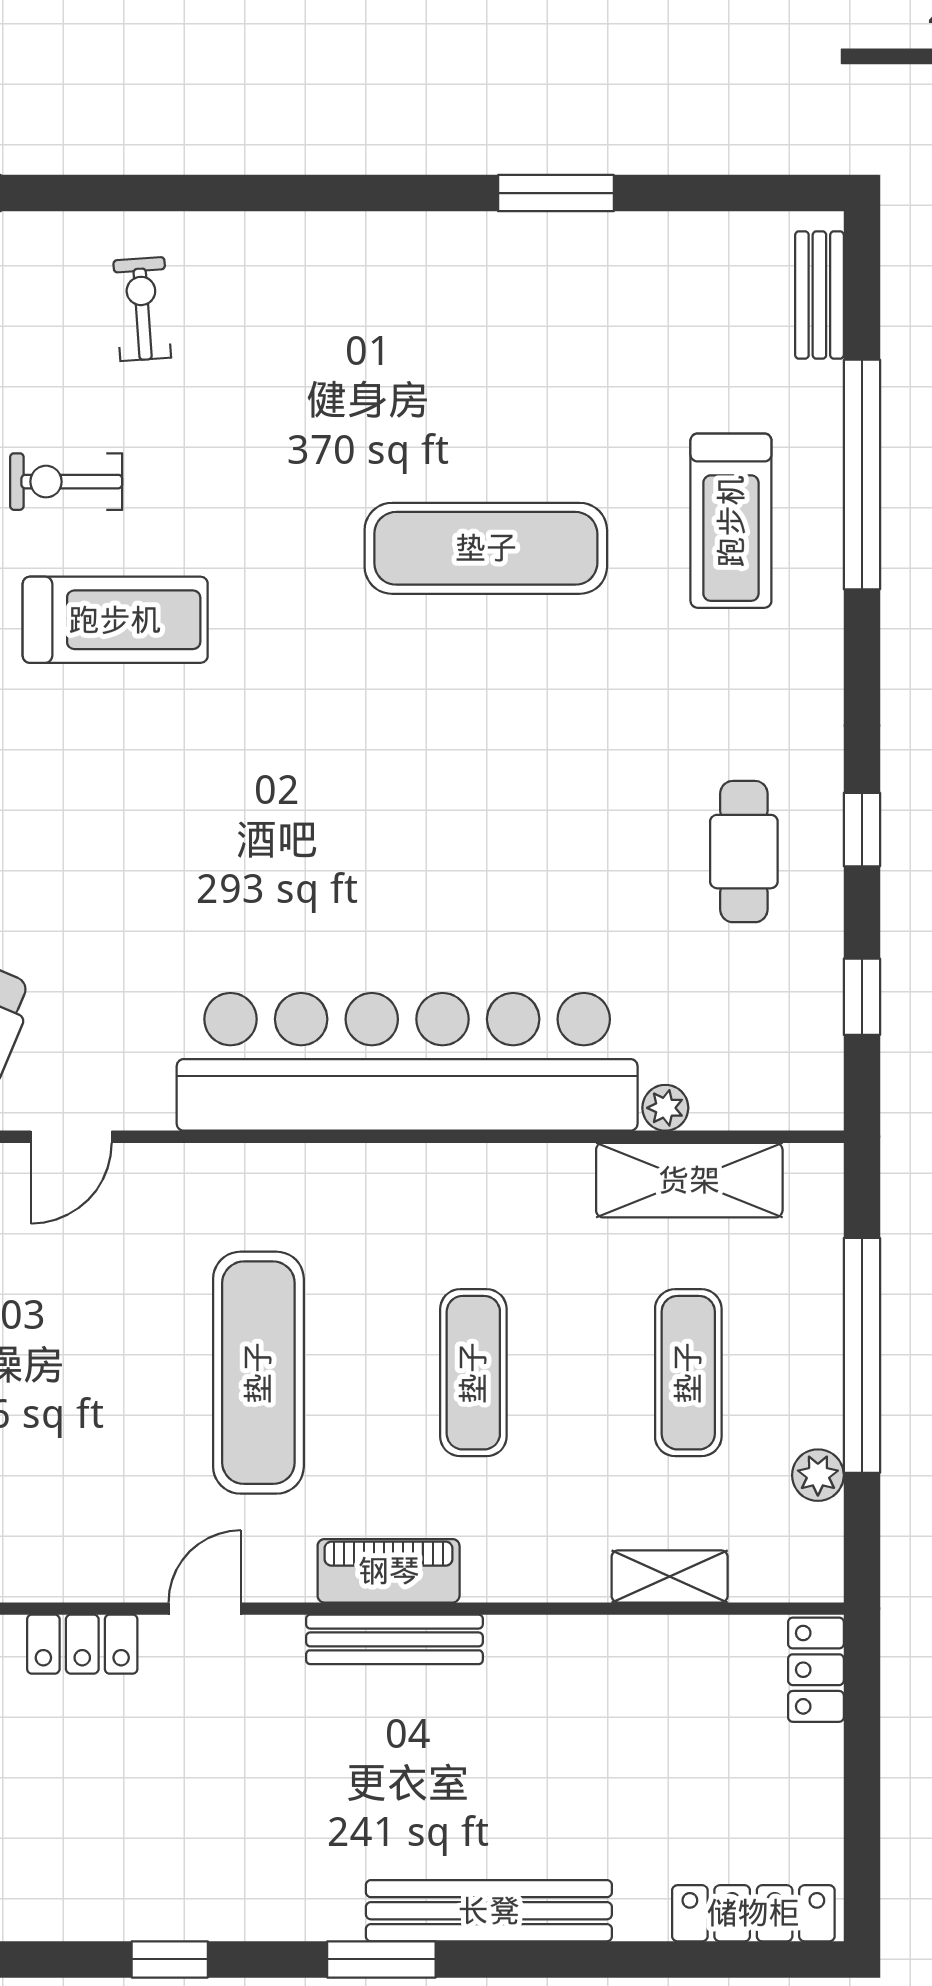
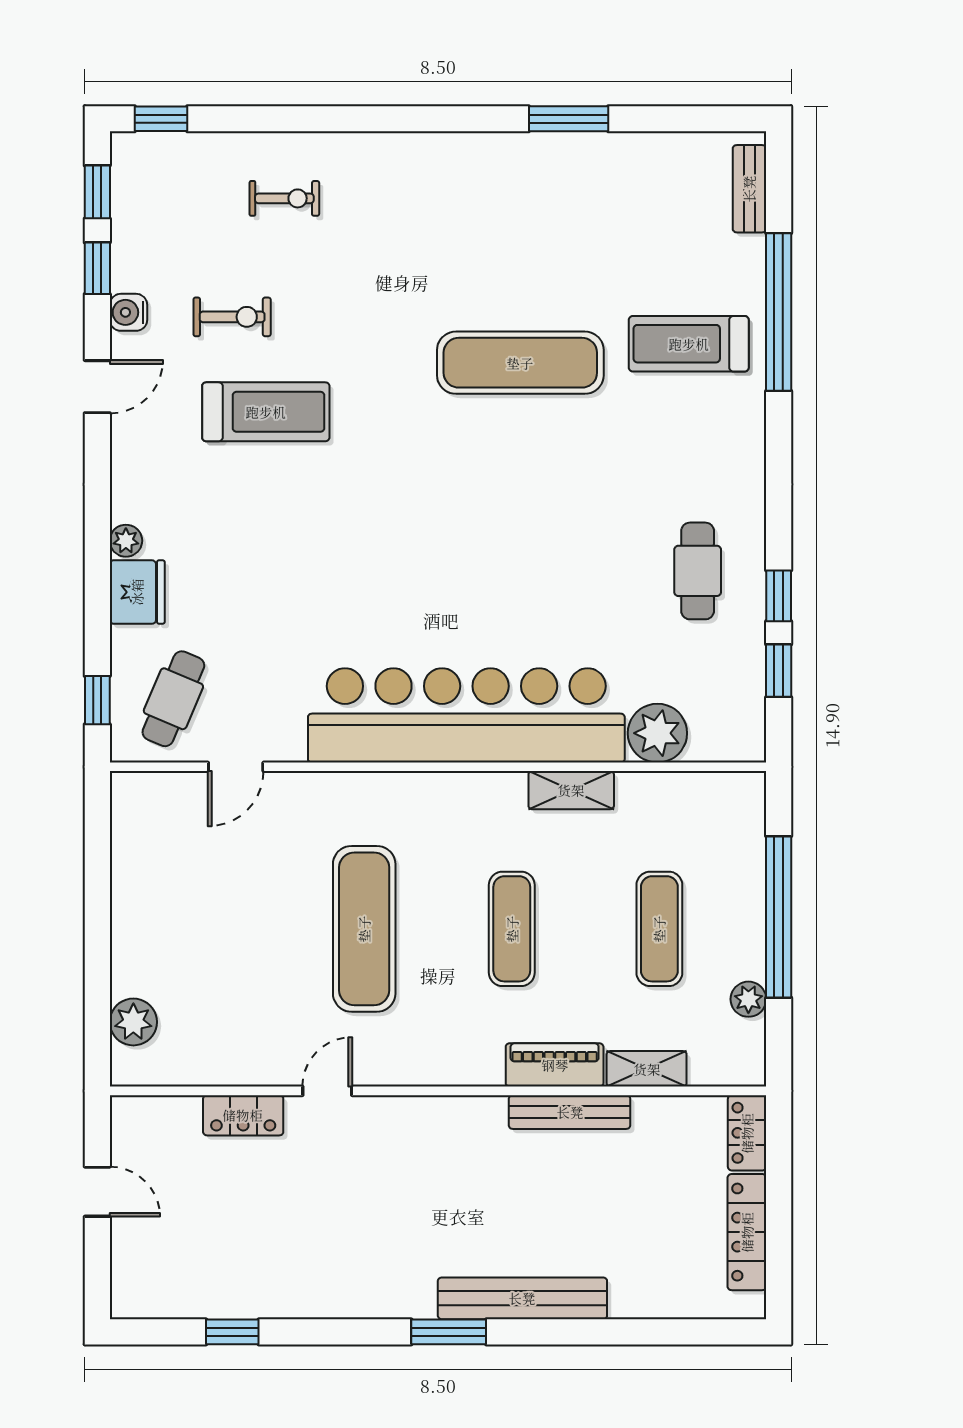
exercise bike: (142, 309) -> (284, 198), turned 94
exercise bike: (66, 482) -> (232, 317), turned 180
treadmill: (731, 521) -> (689, 344), turned 90
window: (862, 830) -> (779, 596), moved
plant: (665, 1108) -> (657, 733), width x1.88, depth x1.88
shelving: (689, 1180) -> (571, 790), moved, width x0.67, depth x0.75
piano: (389, 1571) -> (555, 1065), moved
bench: (394, 1639) -> (570, 1112), moved
locker: (753, 1913) -> (747, 1232), moved, turned -90
window: (170, 1959) -> (232, 1332), moved

